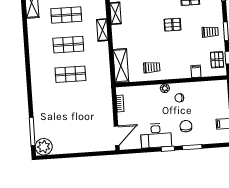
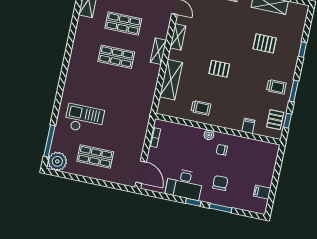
pallet: (172, 25) -> (219, 69), moved
shelving: (121, 66) -> (171, 80), moved
shop shelf: (70, 74) -> (95, 156), moved
checkout: (56, 105) -> (84, 119), added
door: (117, 136) -> (141, 172), hinge flipped

